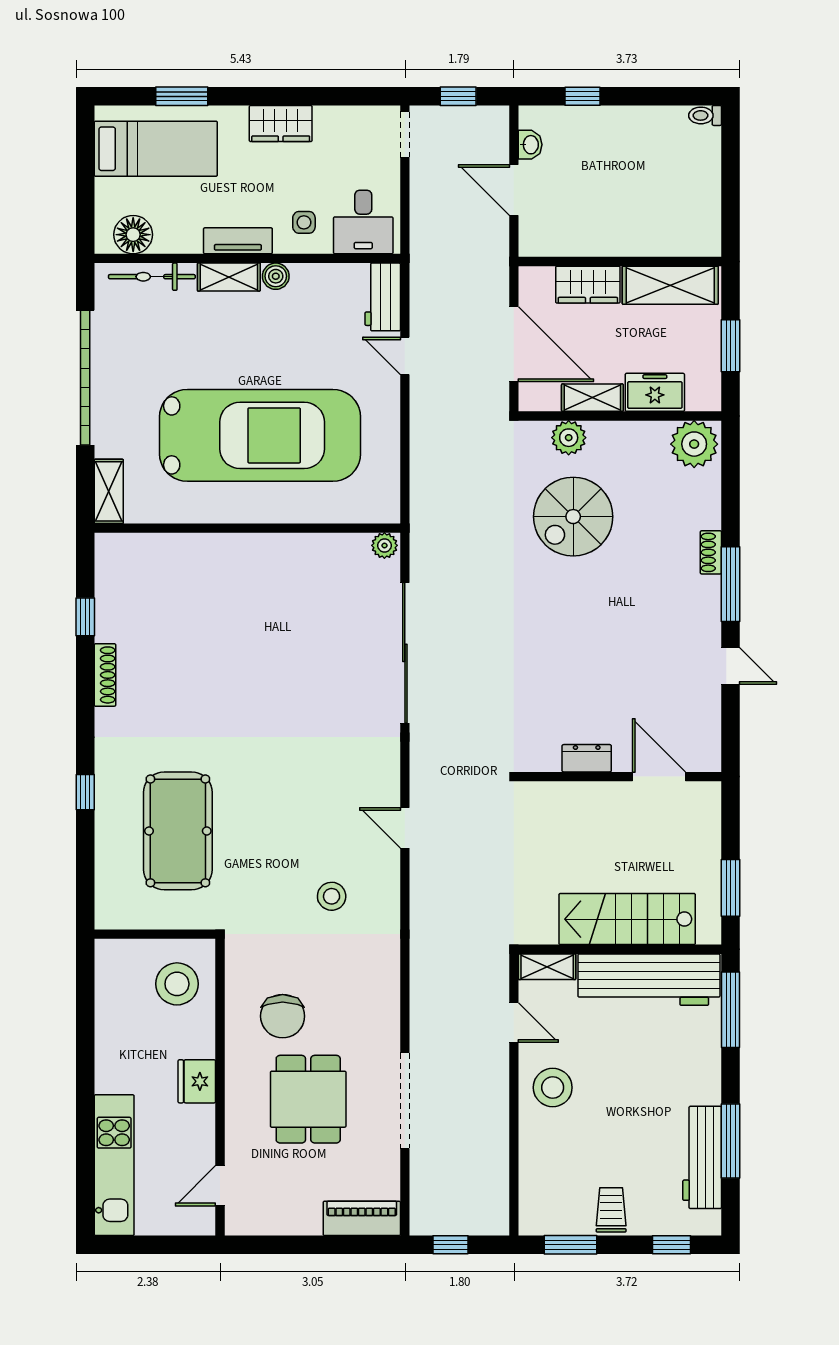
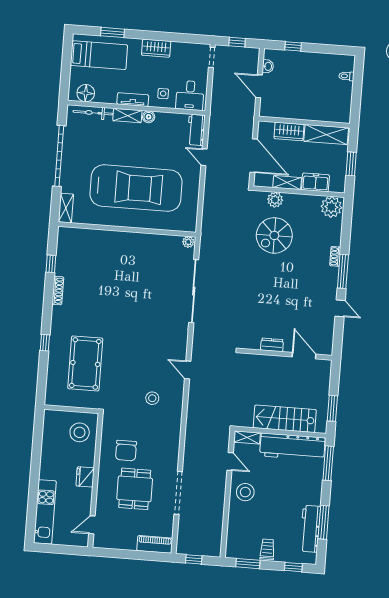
toilet: (705, 115) -> (346, 76), moved

